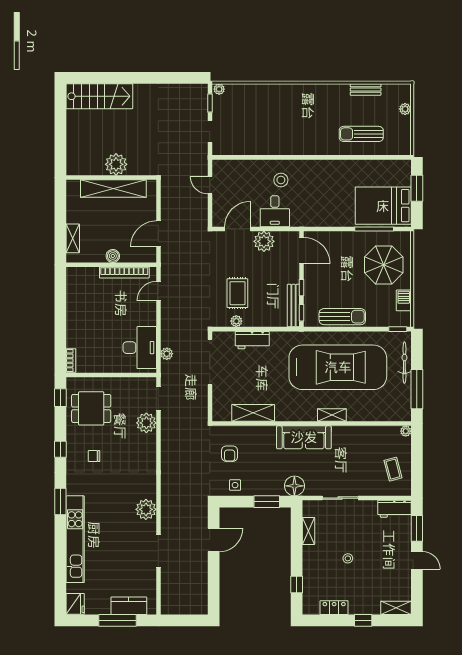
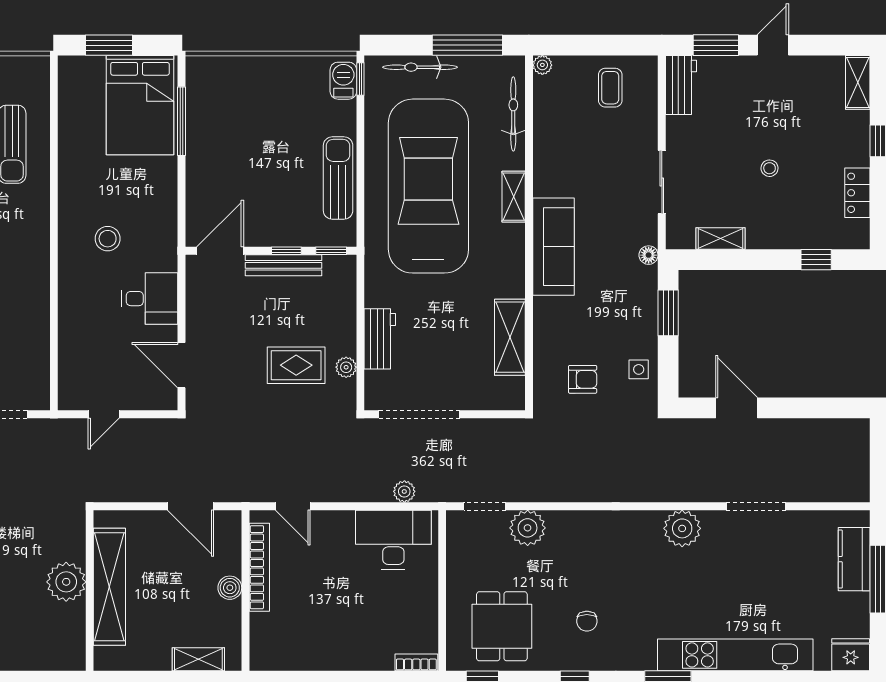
stool: (281, 180) -> (108, 239), moved
plant: (264, 241) -> (204, 318), removed
parasol: (384, 265) -> (246, 104), removed
barbecue: (404, 300) -> (343, 81), moved, turned 90
bench: (293, 306) -> (283, 265), moved
bicycle: (378, 415) -> (513, 114), added
coffee table: (393, 469) -> (610, 88), turned -75
floor lamp: (294, 486) -> (649, 255), width x0.53, depth x0.53

